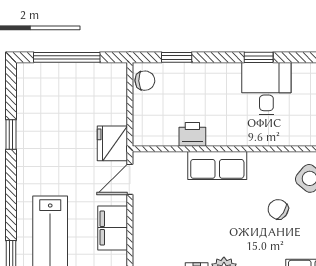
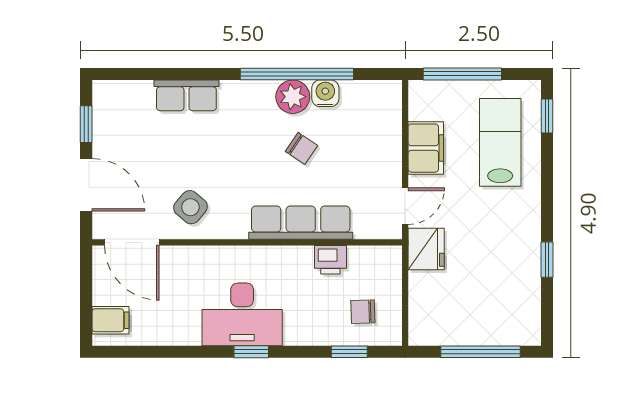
chair: (145, 81) -> (363, 312), moved
desk: (266, 89) -> (242, 314), width x1.37
row of seats: (217, 165) -> (301, 223), width x1.48
chair: (278, 209) -> (301, 148), moved

